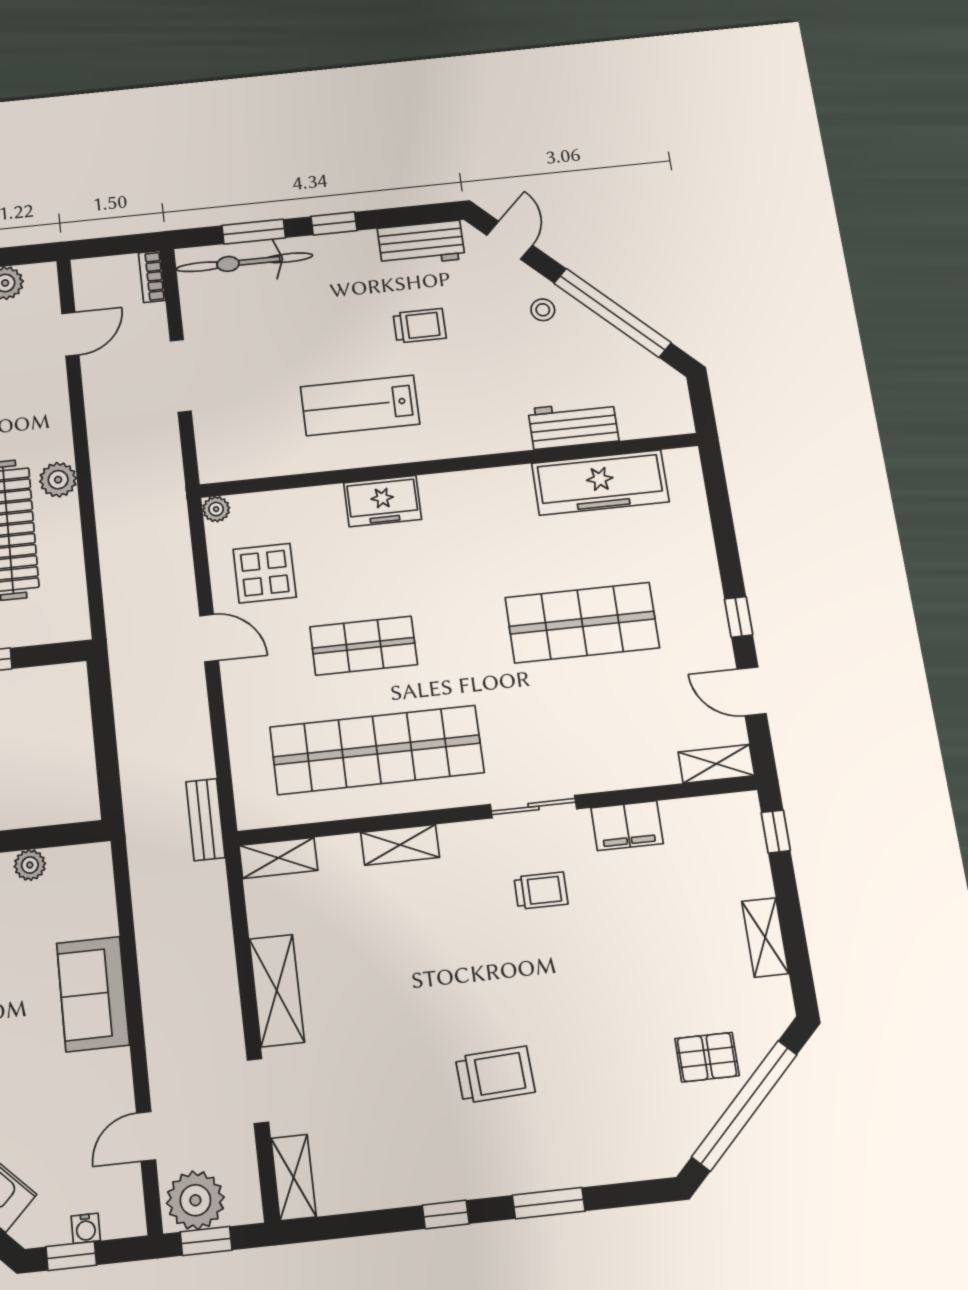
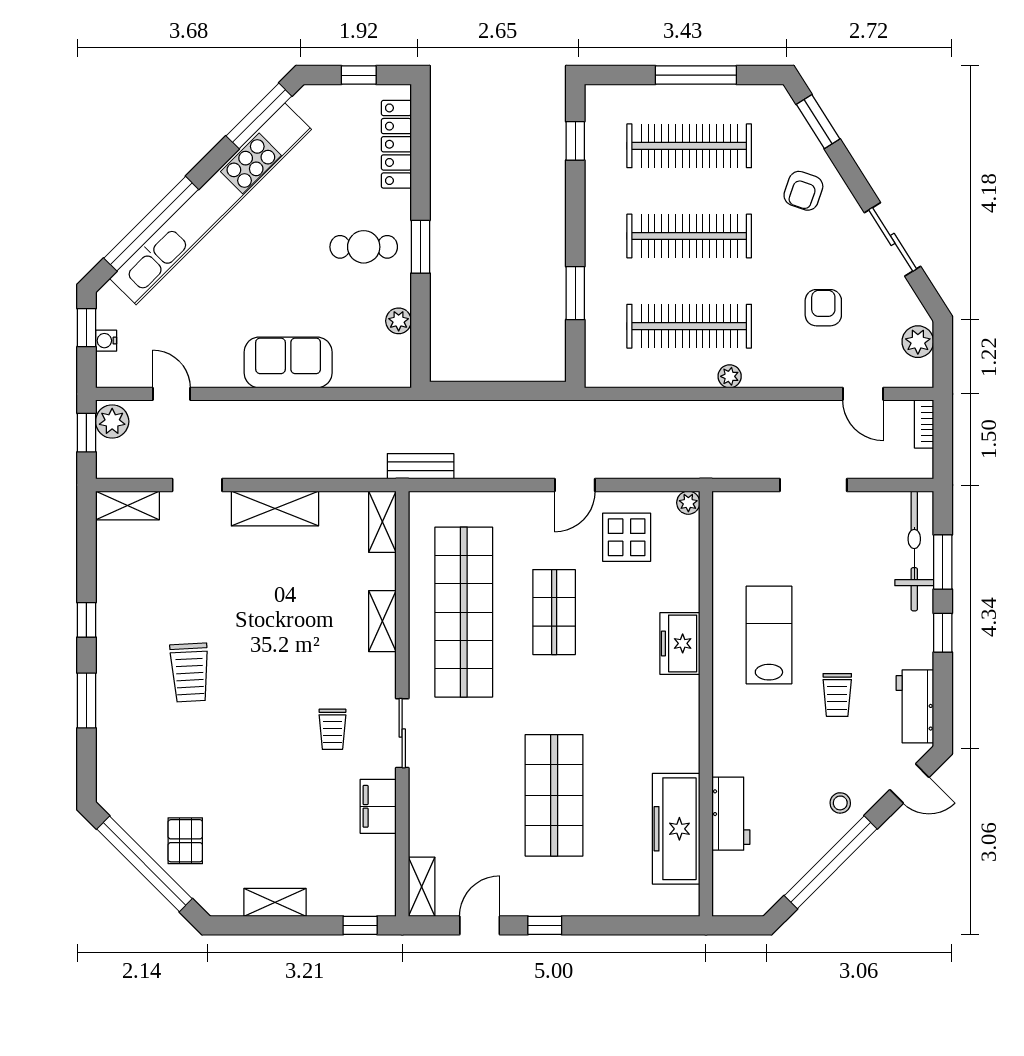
bookcase: (152, 277) -> (924, 424), moved, turned -90
plant: (58, 480) -> (730, 376), width x0.73, depth x0.73
plant: (195, 1200) -> (112, 421), width x0.73, depth x0.73

